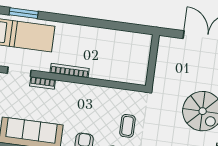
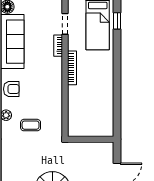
window: (24, 13) -> (117, 21), width x0.67

